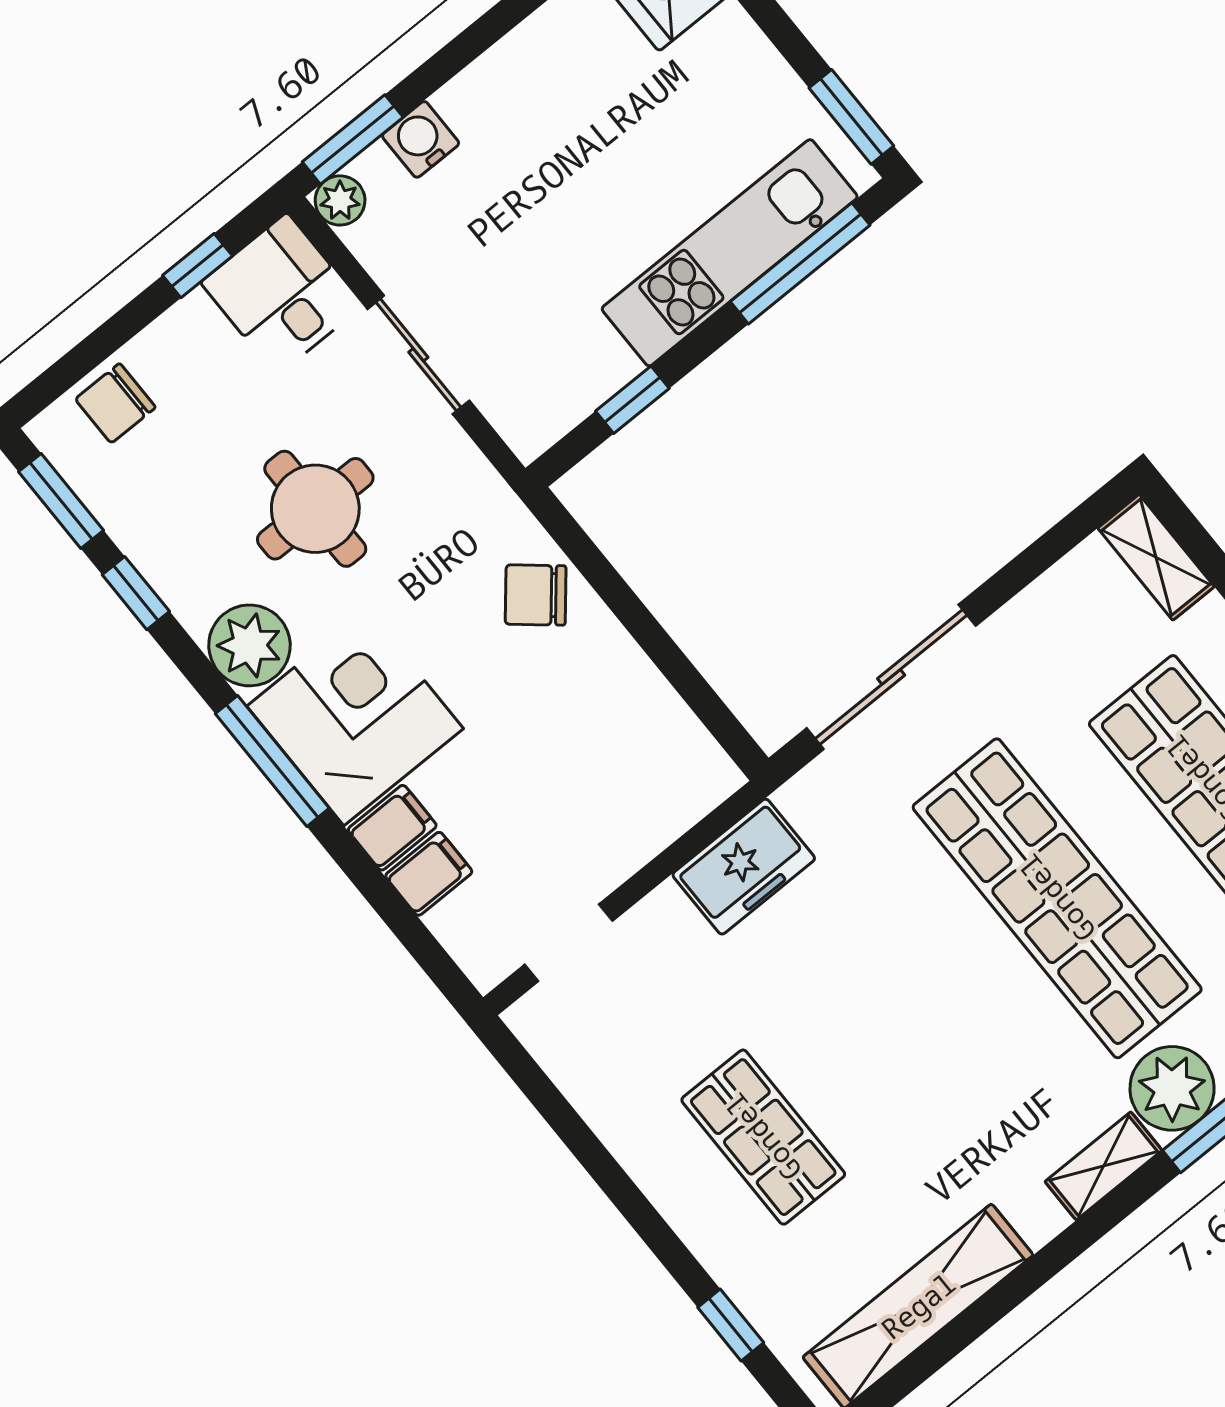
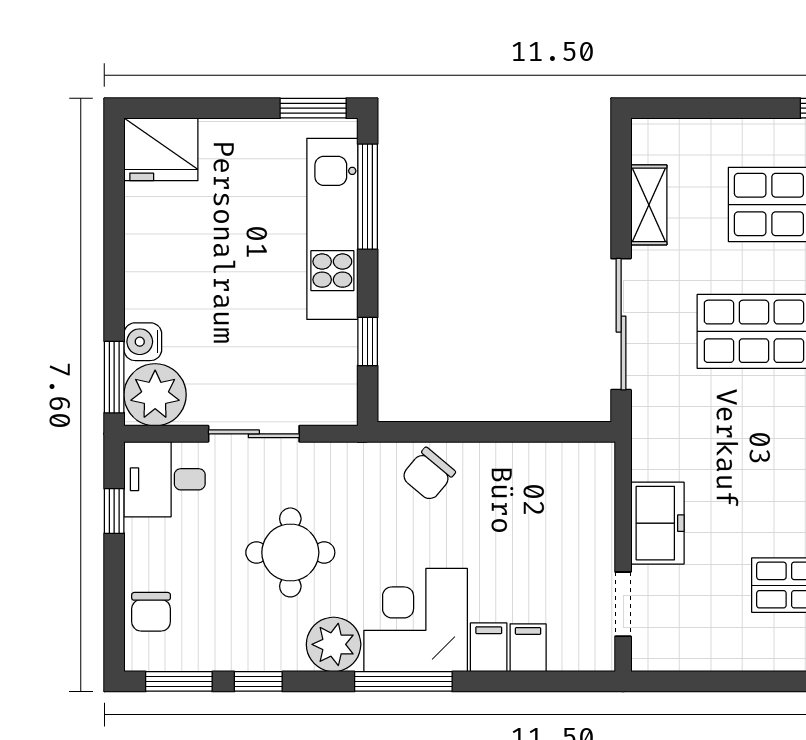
plant: (340, 200) -> (155, 395), width x1.88, depth x1.88
shelving: (1156, 557) -> (649, 205), moved, turned 90
freezer: (744, 867) -> (657, 523), moved

